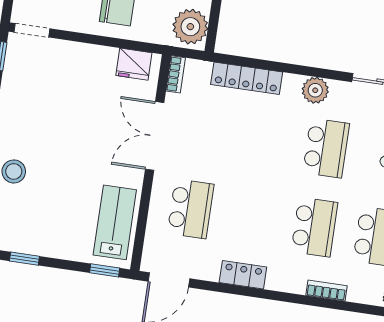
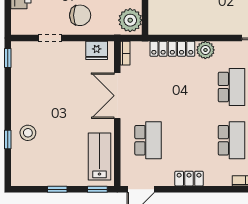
doorway: (32, 30) -> (50, 38), moved
plant: (315, 90) -> (205, 50), moved
window: (24, 259) -> (57, 189), moved

